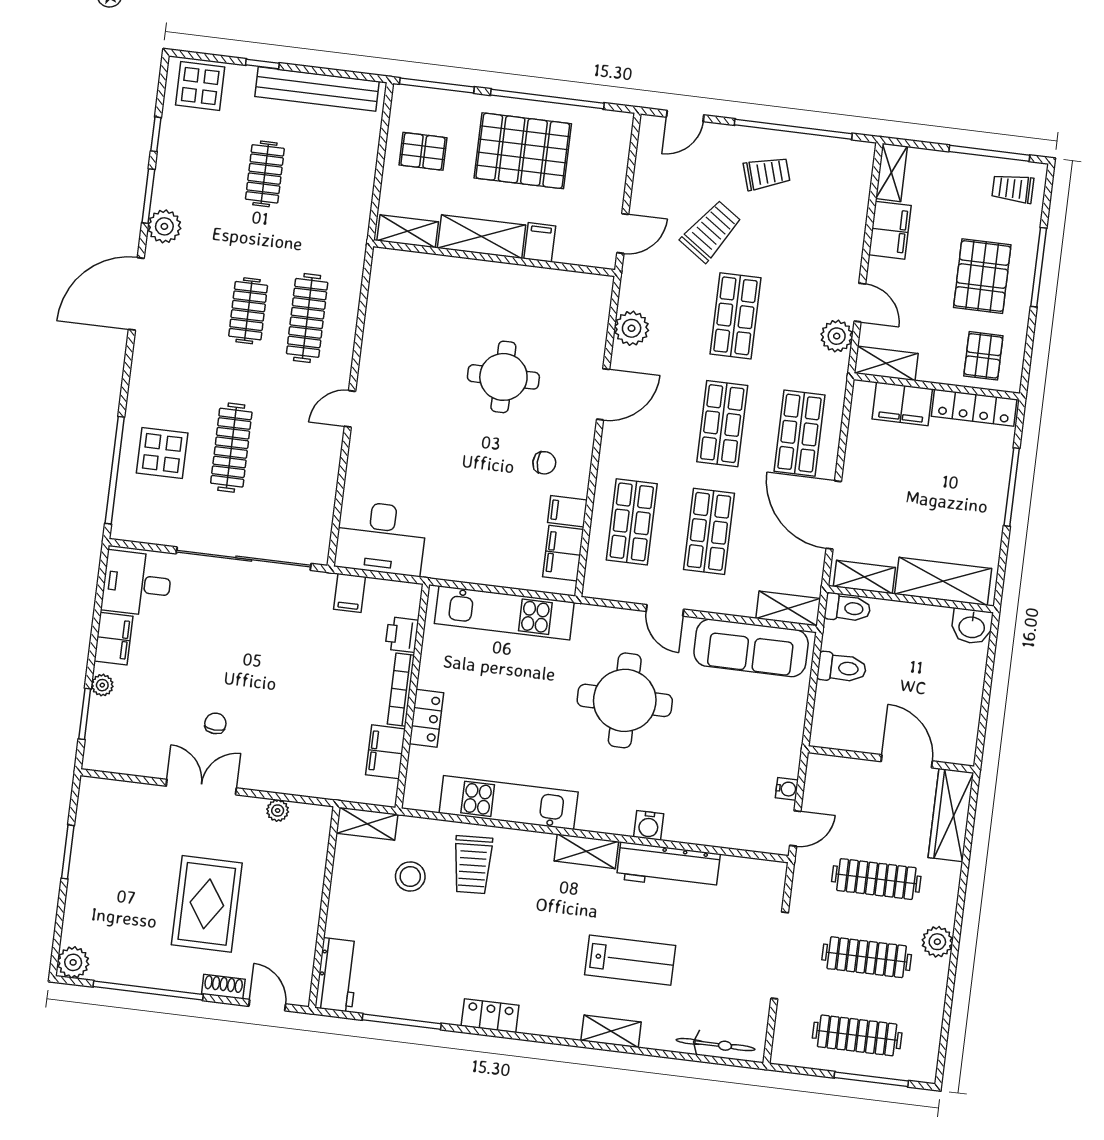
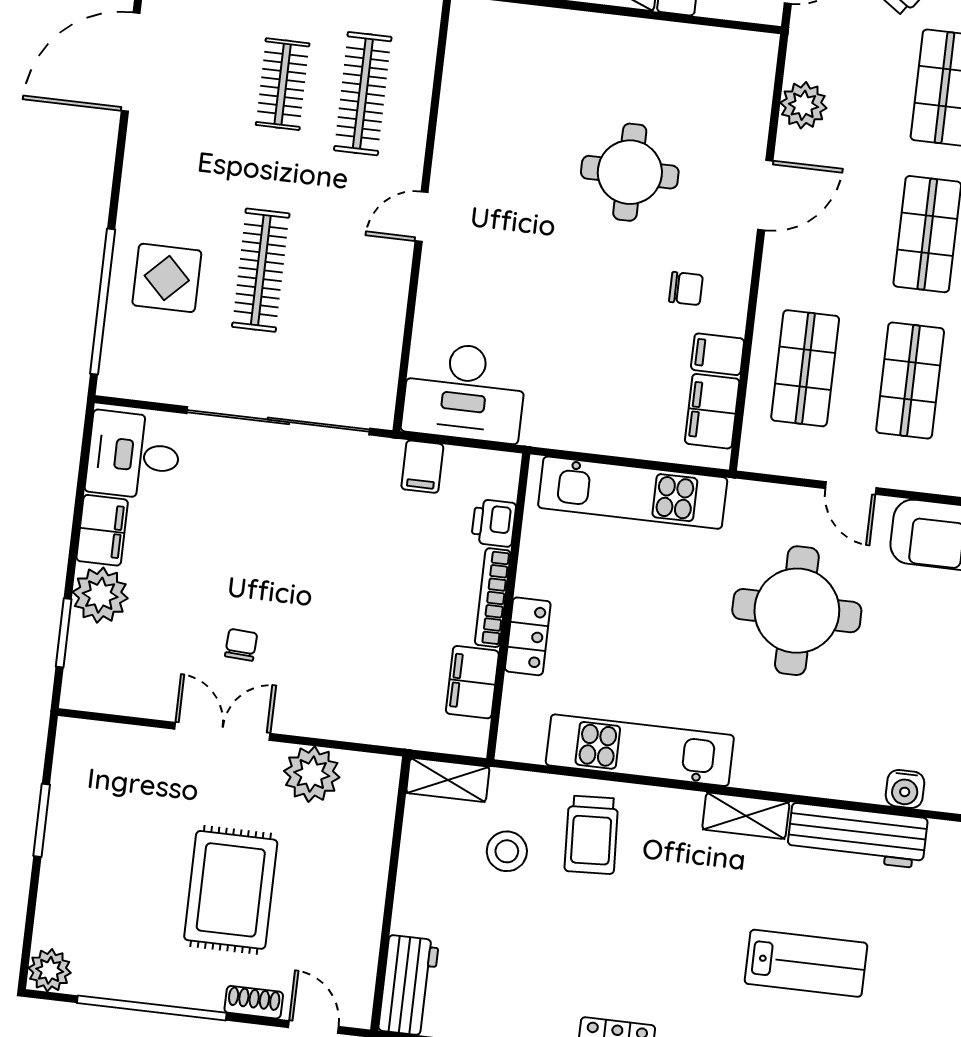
plant: (102, 685) -> (100, 595), width x1.88, depth x1.88
plant: (278, 811) -> (312, 774), width x1.87, depth x1.87
water cooler: (649, 825) -> (905, 789), moved

